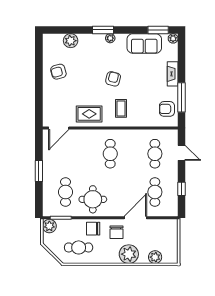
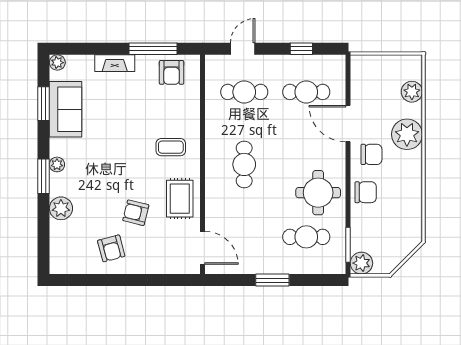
window: (158, 30) -> (44, 104), moved
plant: (71, 41) -> (61, 208), moved
armchair: (113, 79) -> (136, 213), moved
cafe table: (110, 154) -> (244, 164), turned 90
chair: (93, 229) -> (366, 192), turned -90
cafe table: (79, 247) -> (396, 216), removed

